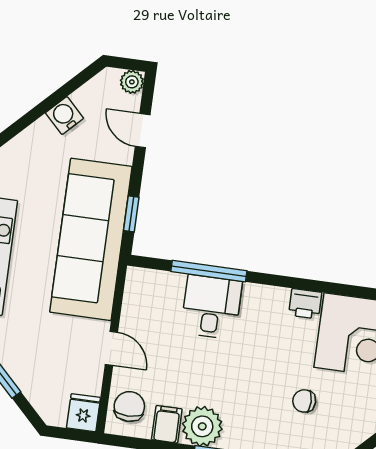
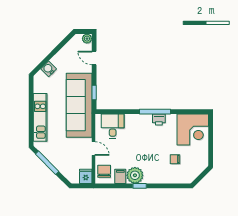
water cooler: (65, 116) -> (49, 69), moved
window: (209, 271) -> (155, 112), moved
printer: (305, 304) -> (159, 119), moved
desk: (211, 307) -> (113, 126), moved

